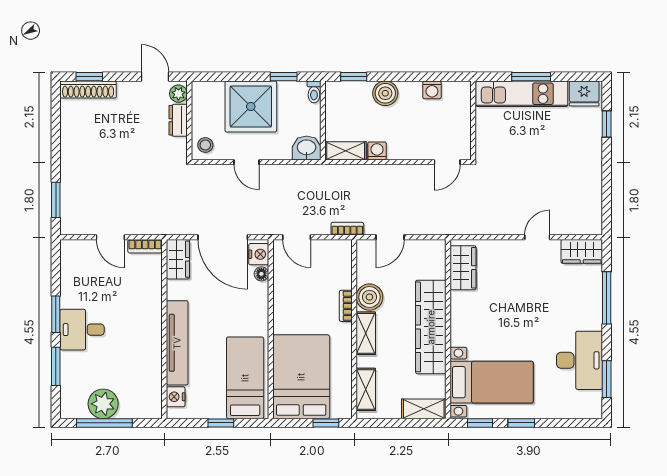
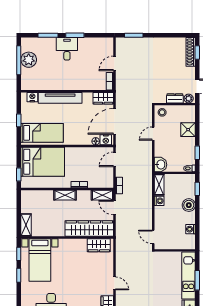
shower: (251, 107) -> (188, 130), width x0.54, depth x0.54
boiler: (369, 297) -> (84, 197), removed
wardrobe: (431, 327) -> (89, 229), moved
shelving: (366, 389) -> (102, 195), moved

